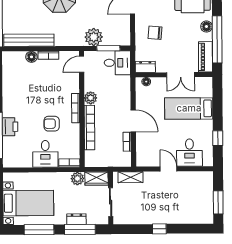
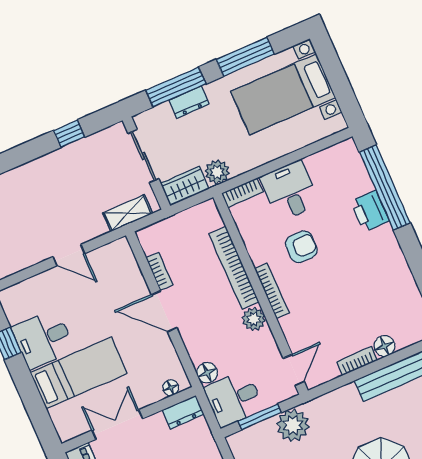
floor lamp: (125, 81) -> (207, 373), added
desk: (189, 153) -> (43, 339), moved, turned -90
window: (159, 229) -> (69, 134), moved

